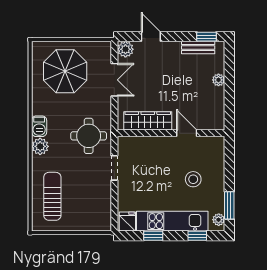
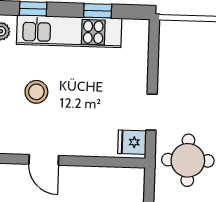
wardrobe: (148, 121) -> (100, 180), removed
fridge: (127, 222) -> (132, 142), moved, turned 90

